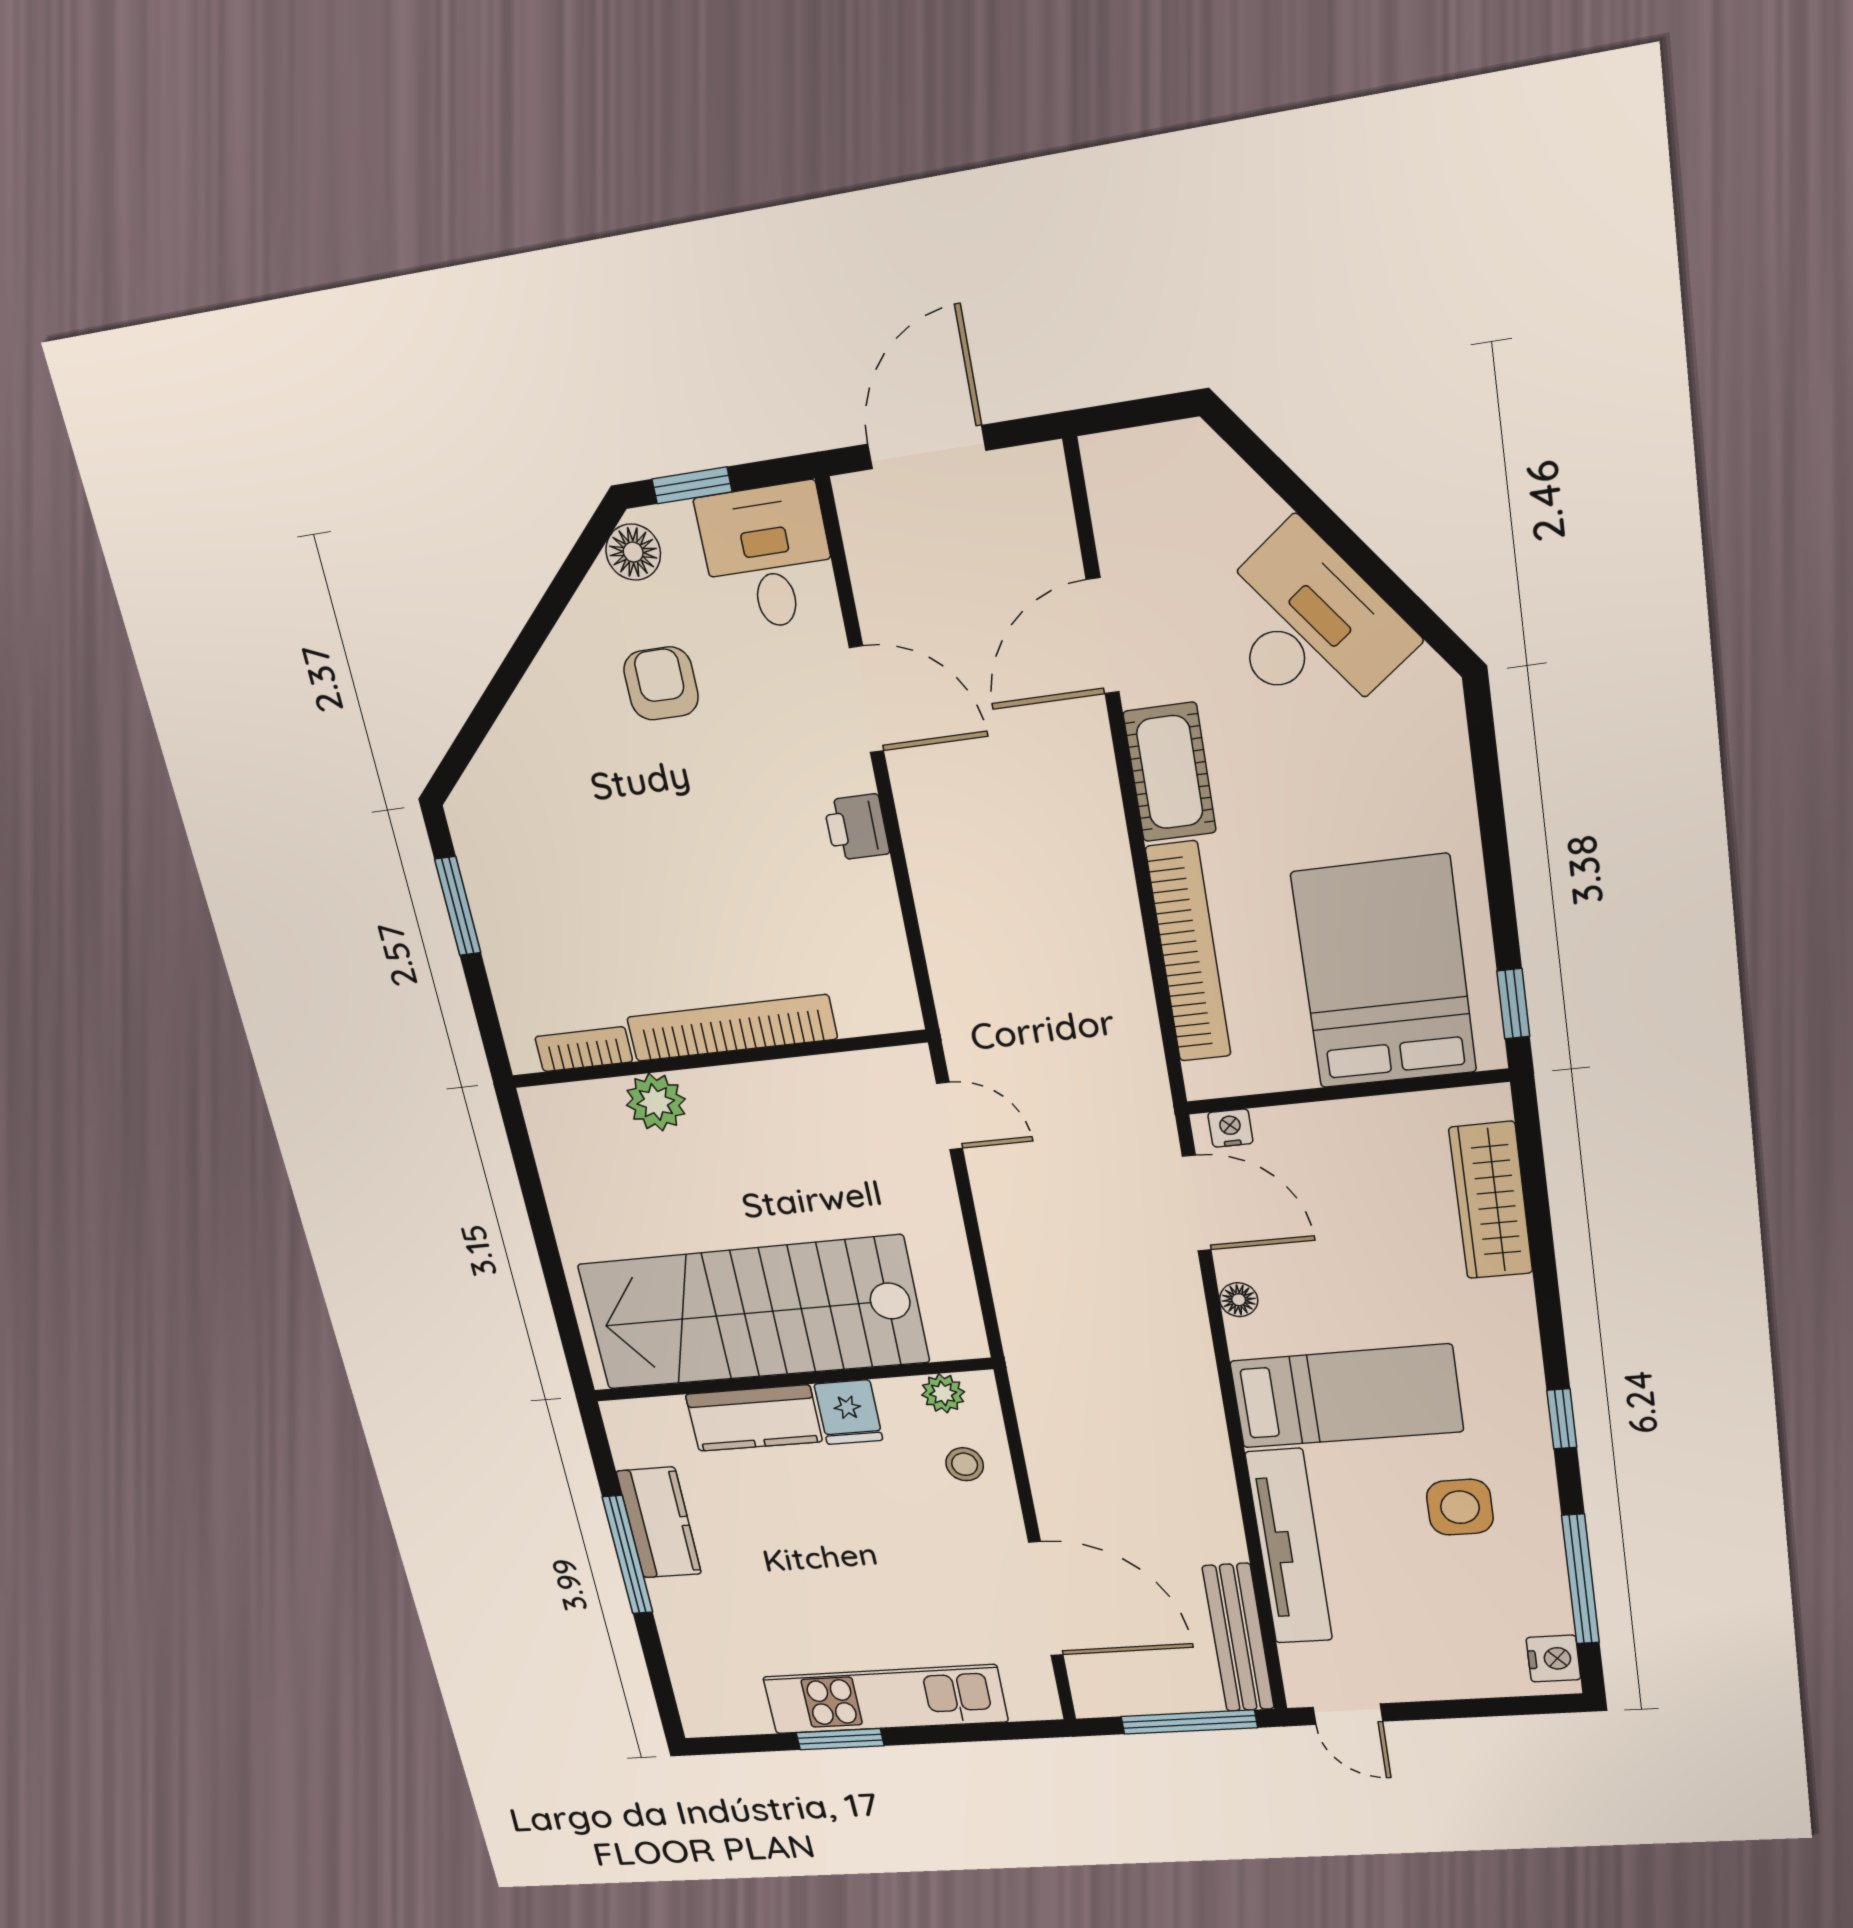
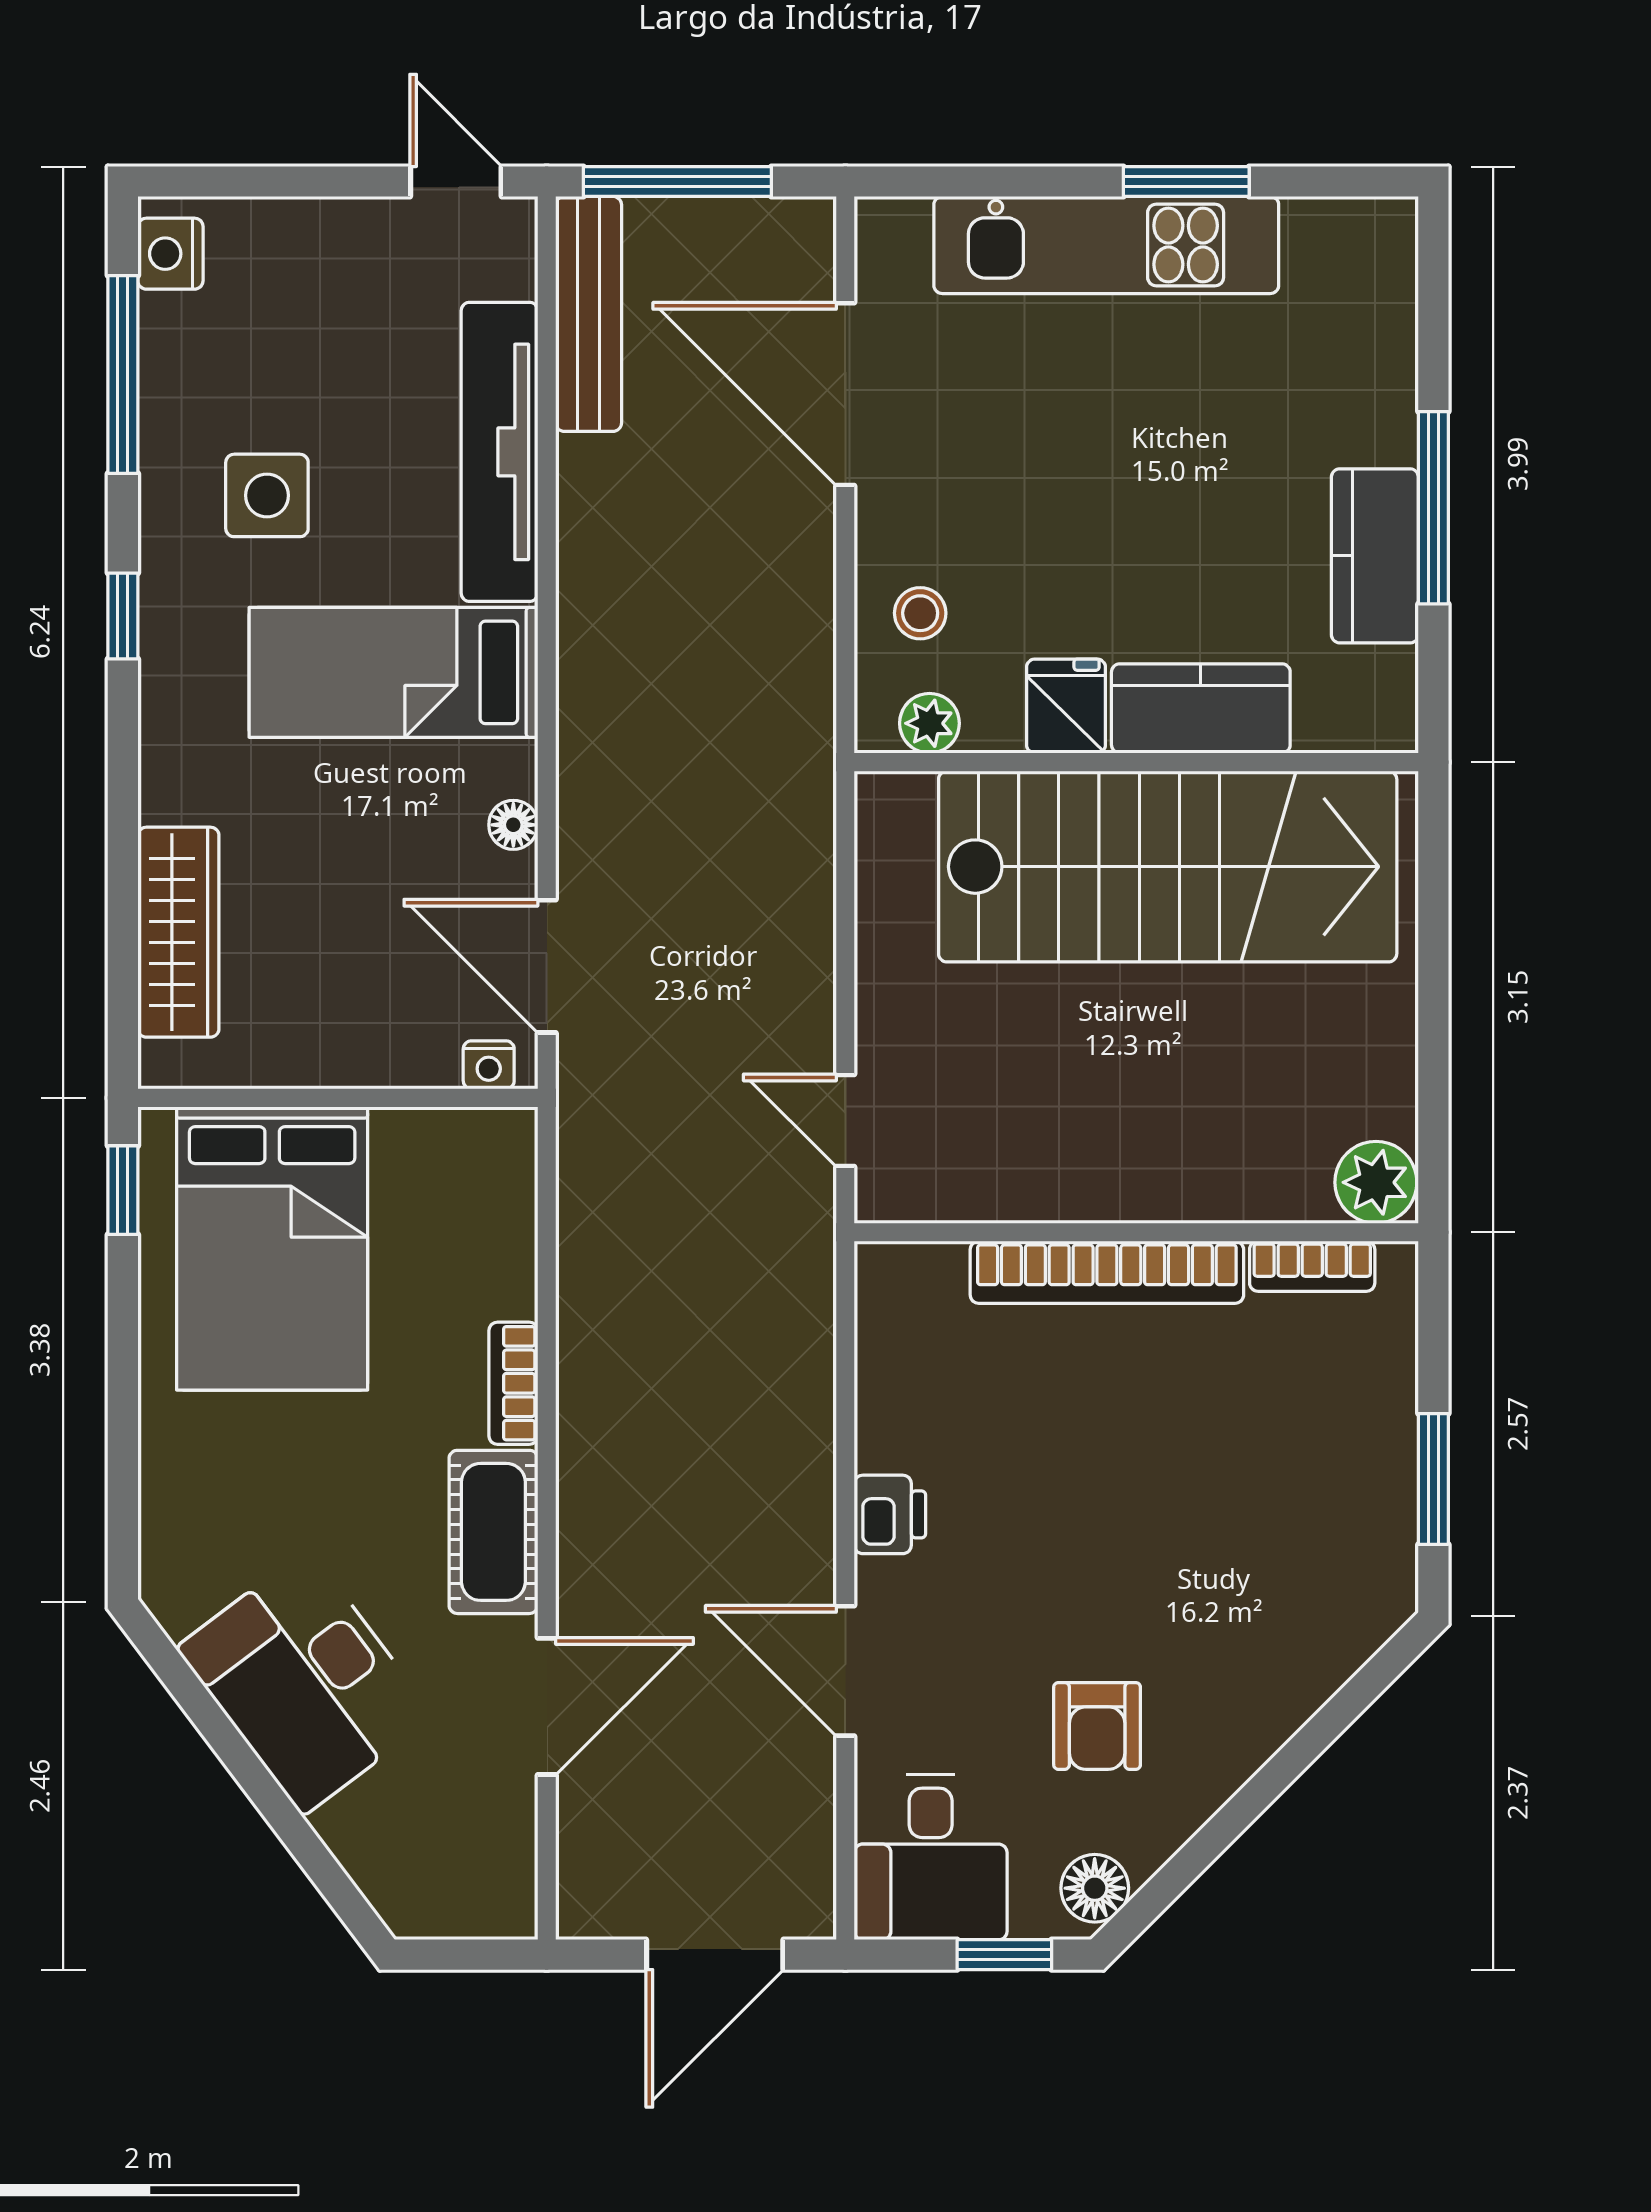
bookcase: (1188, 952) -> (513, 1383), width x0.43, depth x0.76
plant: (656, 1102) -> (1376, 1182), moved

